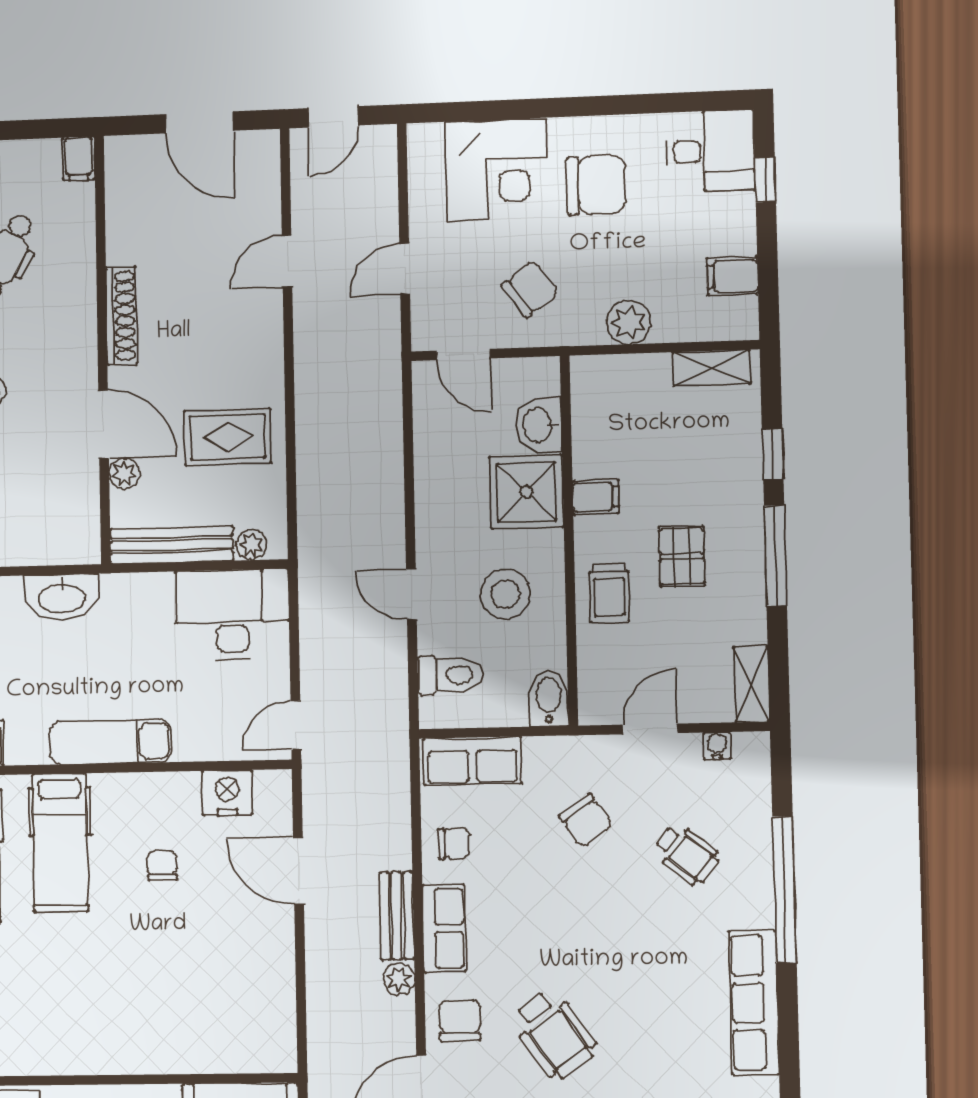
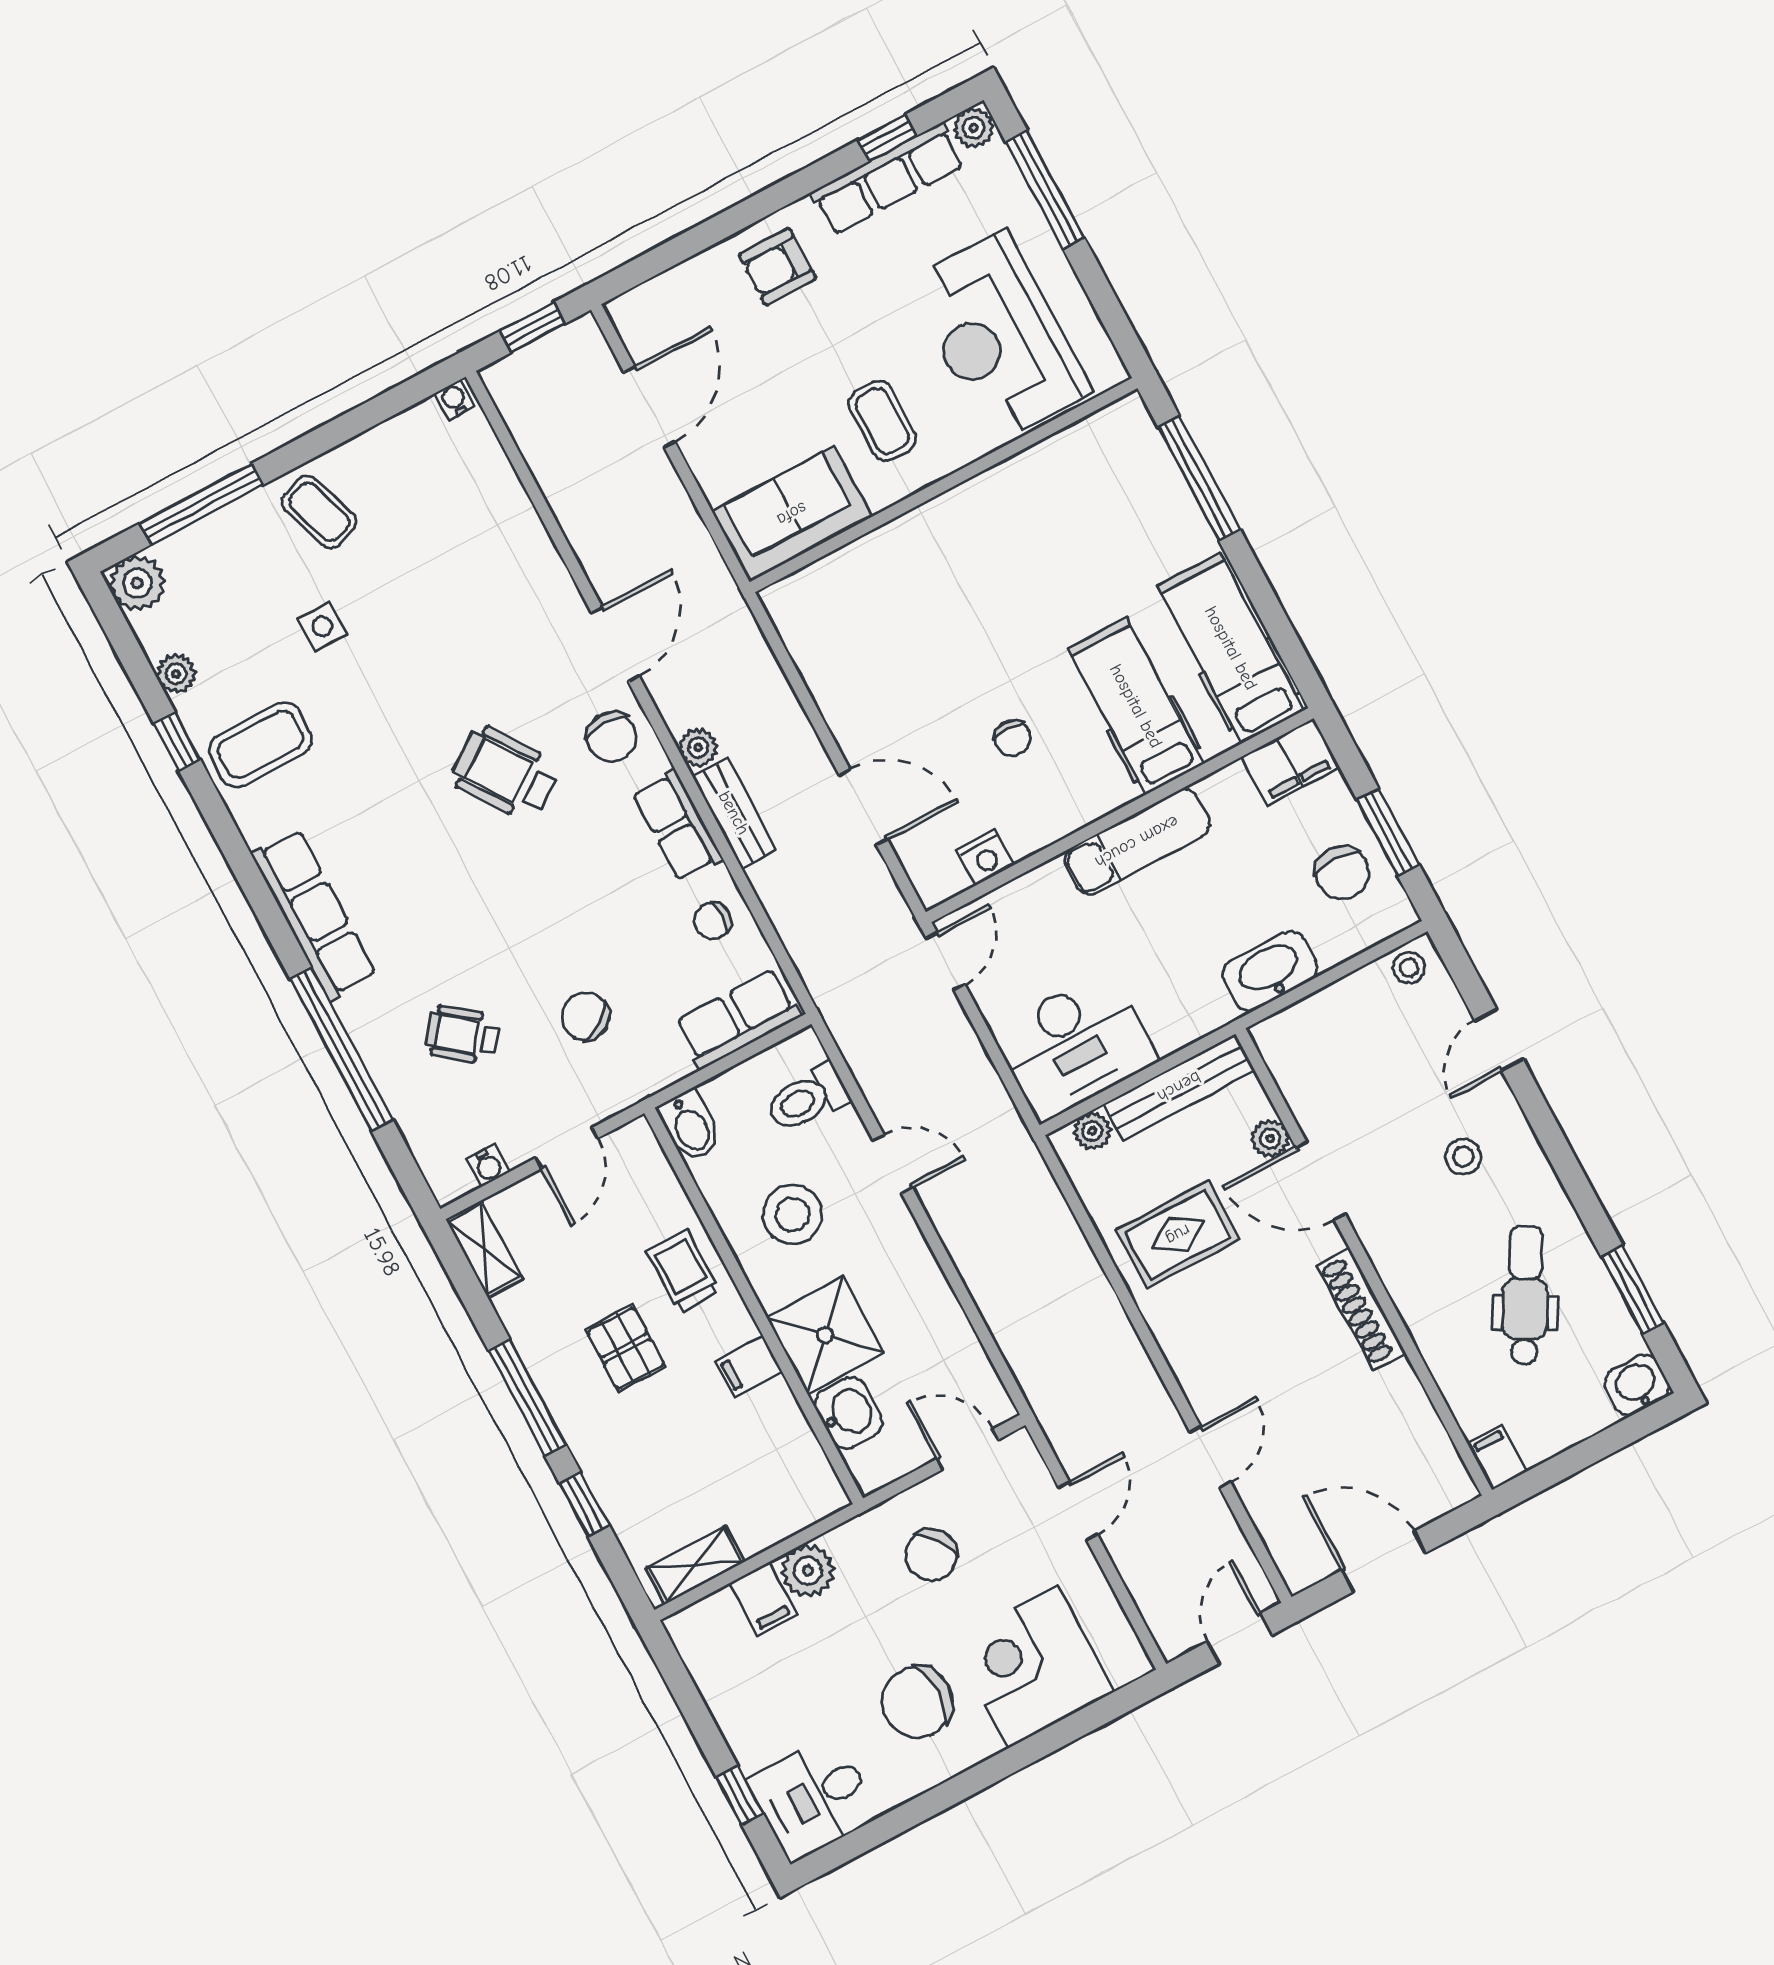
filing cabinet: (732, 276) -> (763, 1599), moved, turned 90
nightstand: (227, 793) -> (986, 857), width x0.74, depth x0.75

